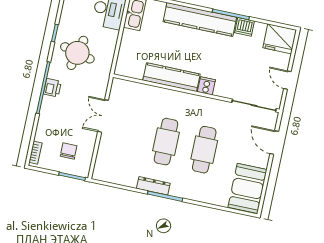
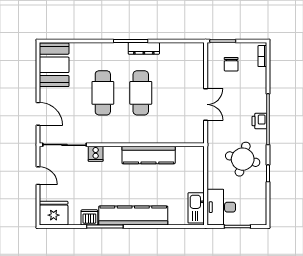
cooker: (206, 86) -> (96, 154), moved

